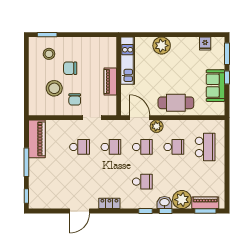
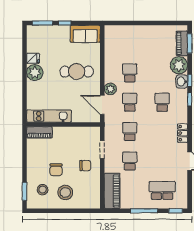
fridge: (205, 44) -> (33, 58), moved
plant: (162, 46) -> (35, 73), moved
piano: (110, 81) -> (39, 132), moved
sofa: (215, 86) -> (85, 34), moved
stool: (54, 88) -> (65, 192), moved
cafe table: (176, 103) -> (77, 72), moved, turned 90
door: (140, 118) -> (102, 105), hinge flipped
piano: (37, 139) -> (112, 191), moved, turned 90
school desk: (205, 147) -> (162, 190), moved

